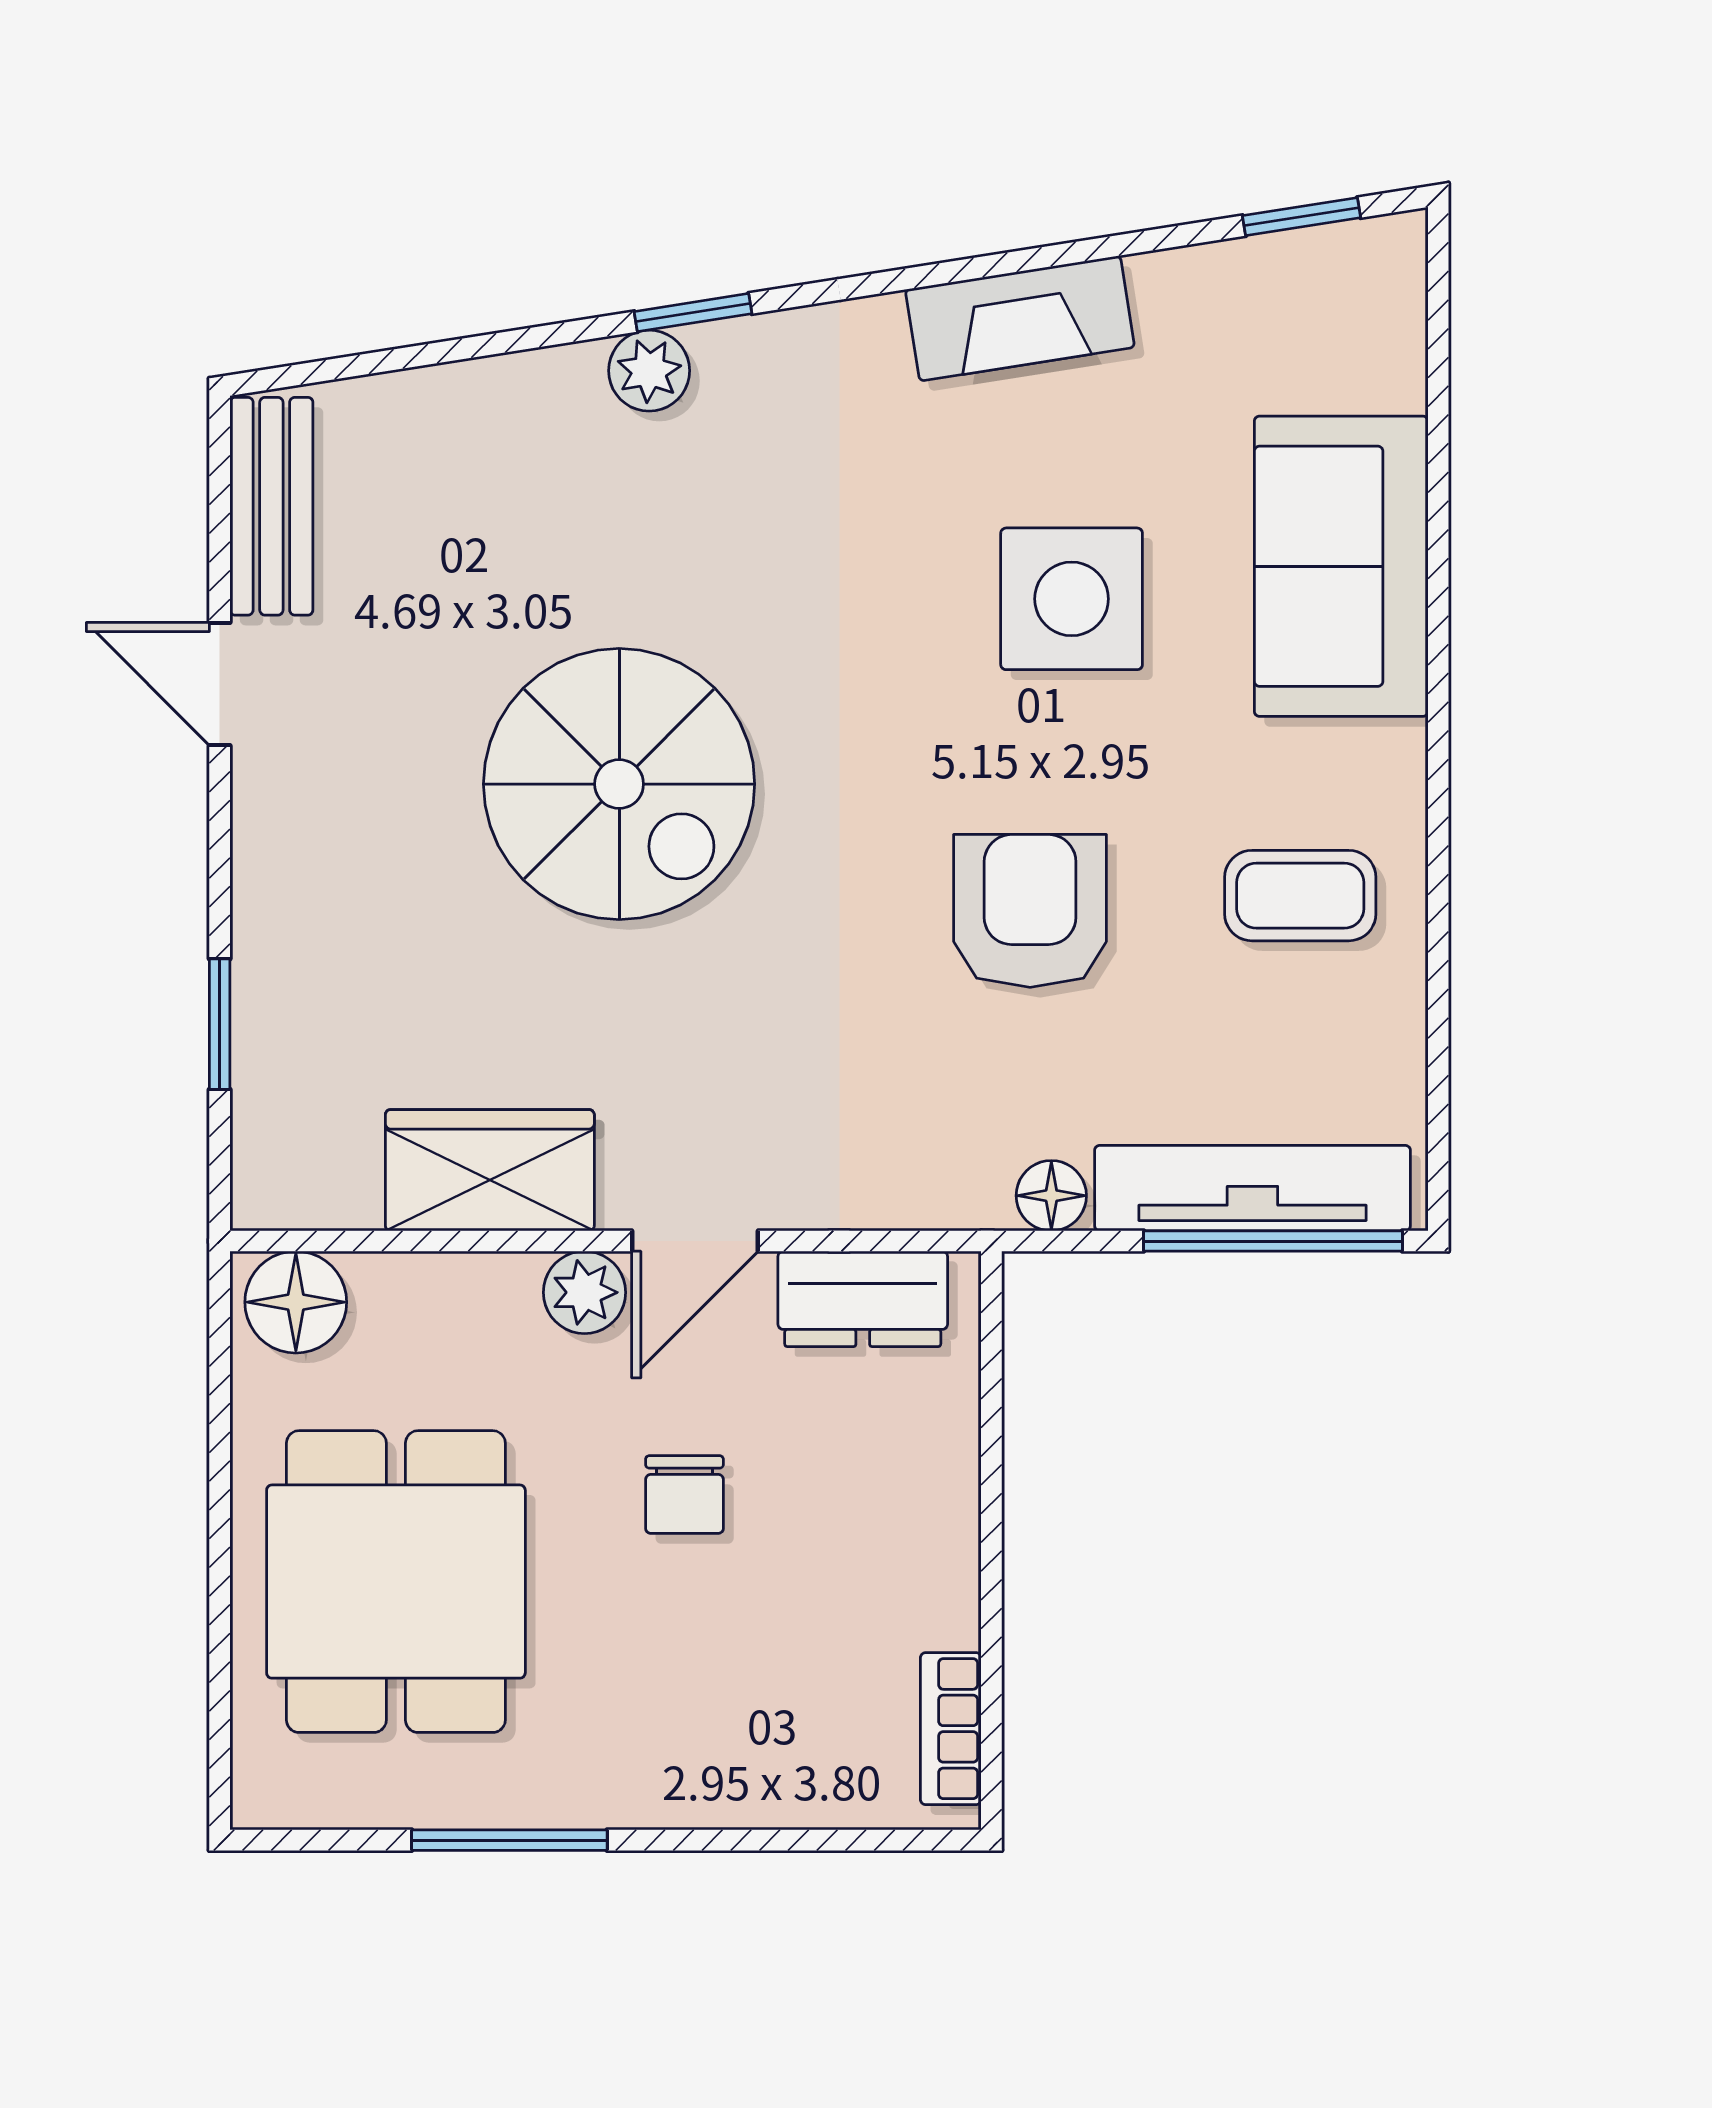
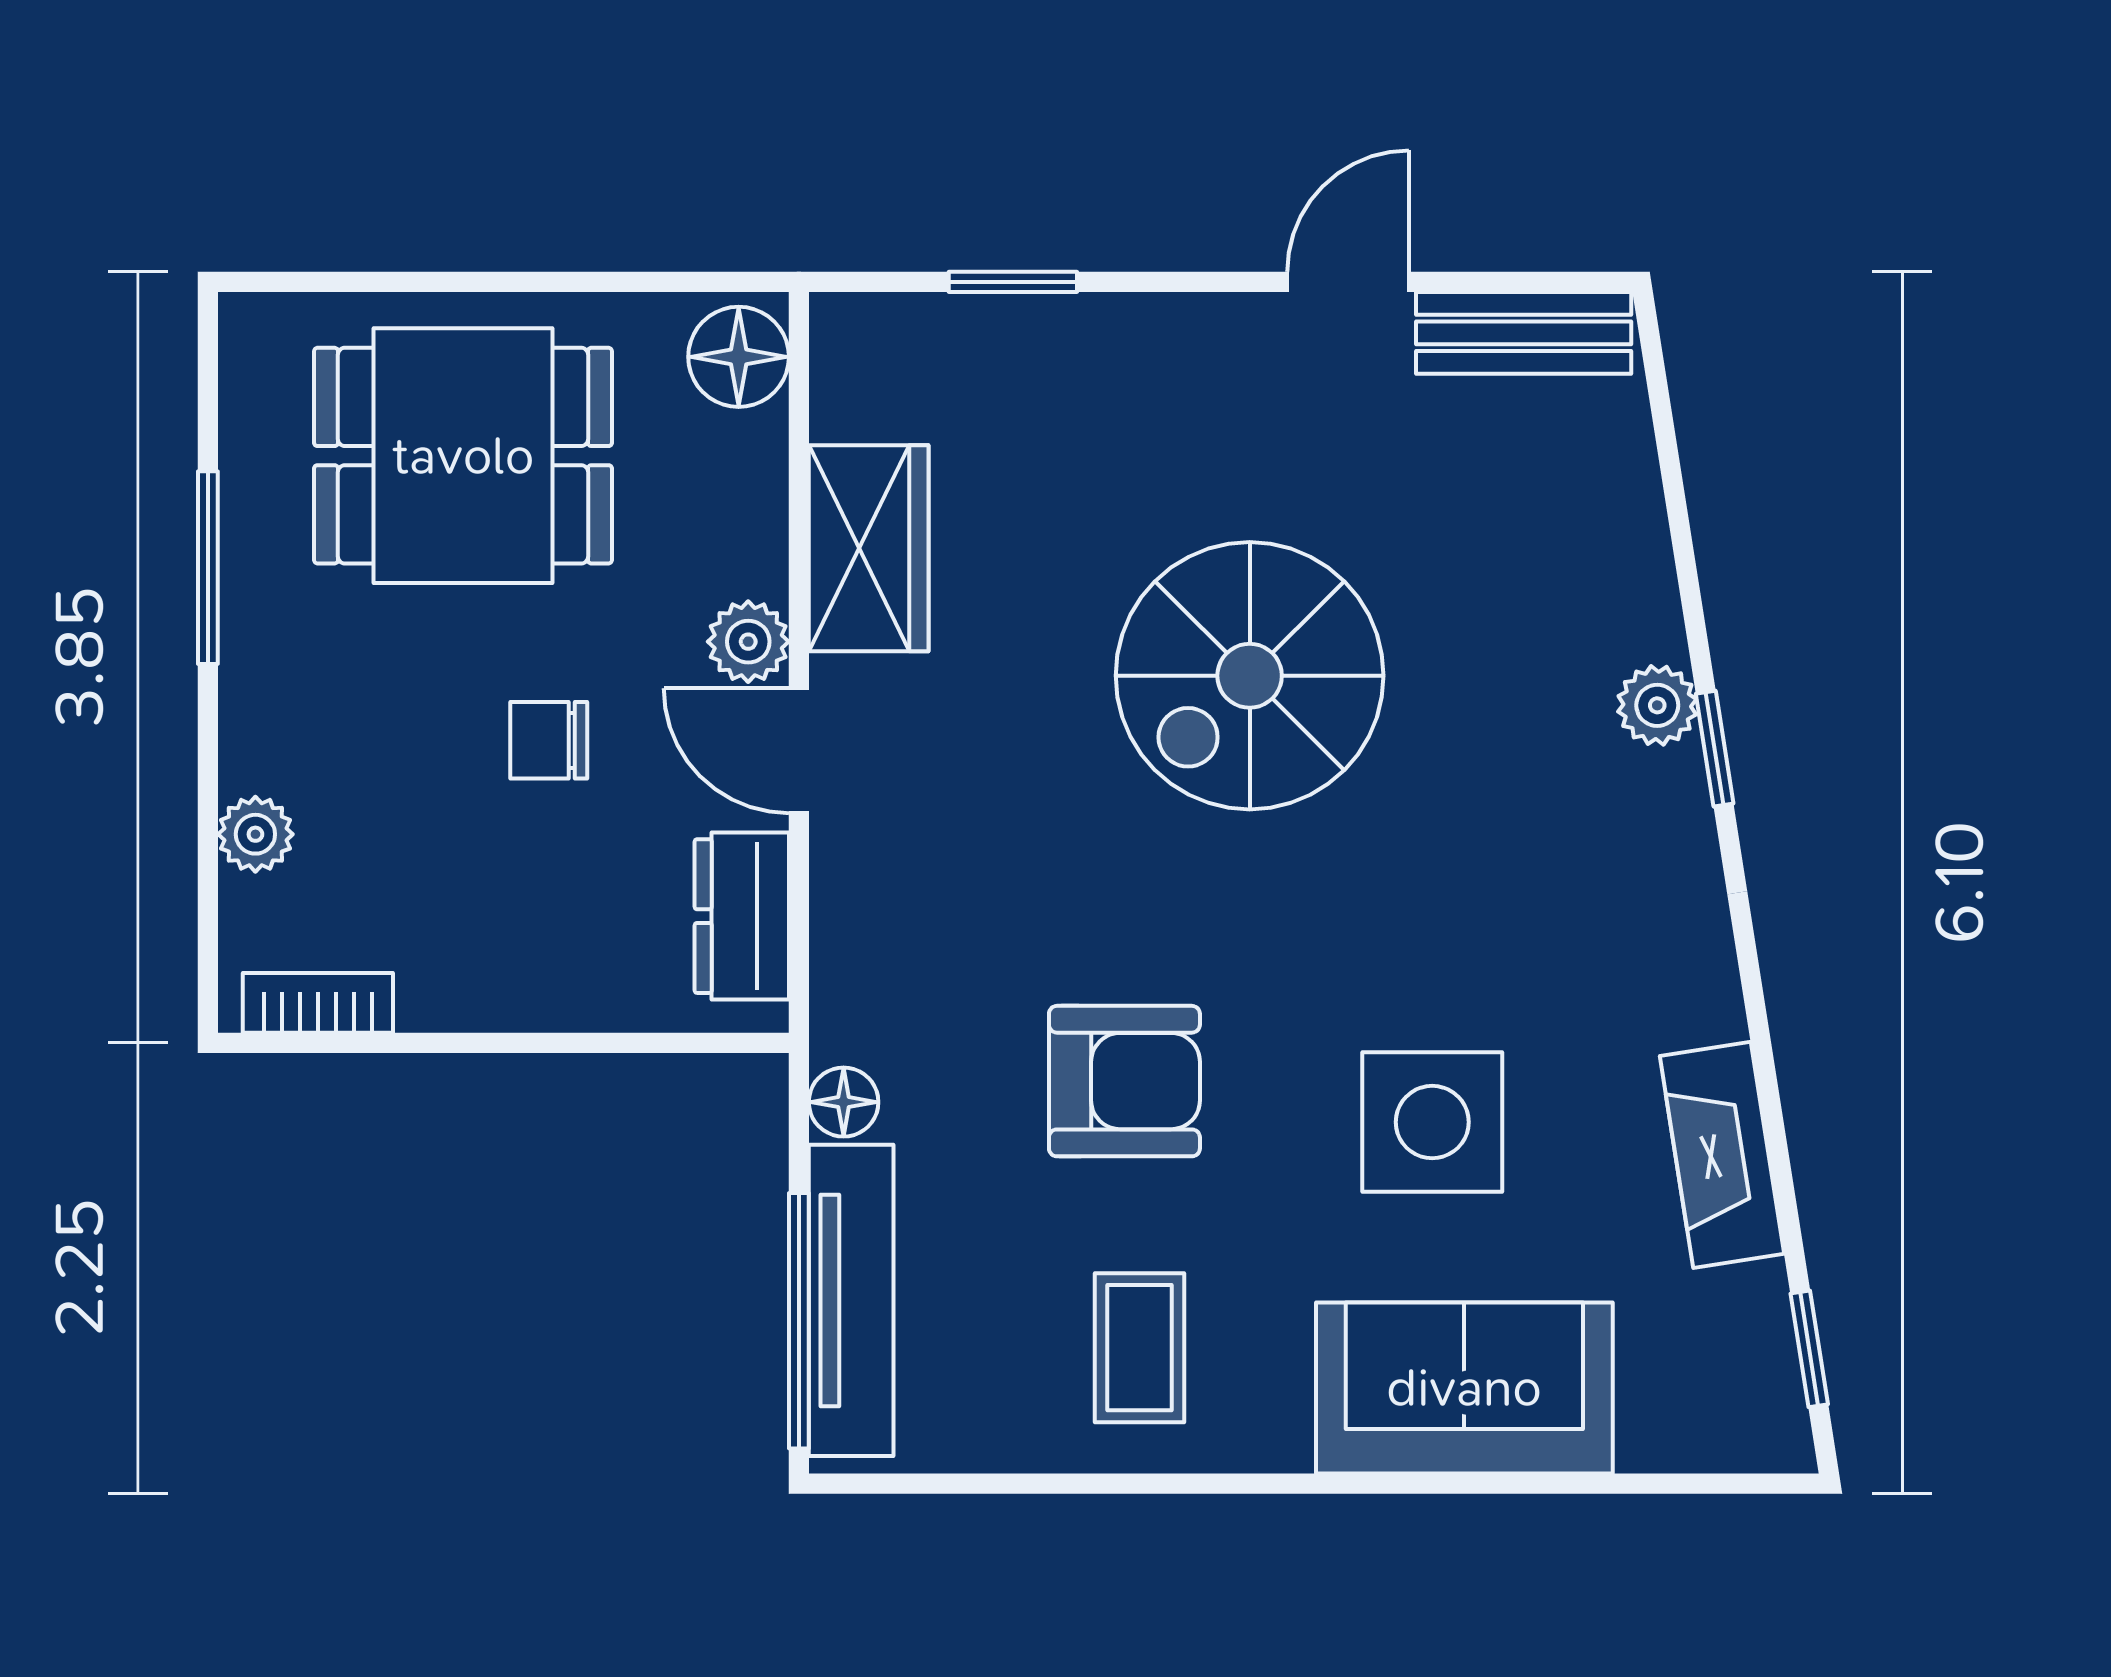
fireplace: (1020, 318) -> (1722, 1155), moved
plant: (780, 1792) -> (255, 834), added

